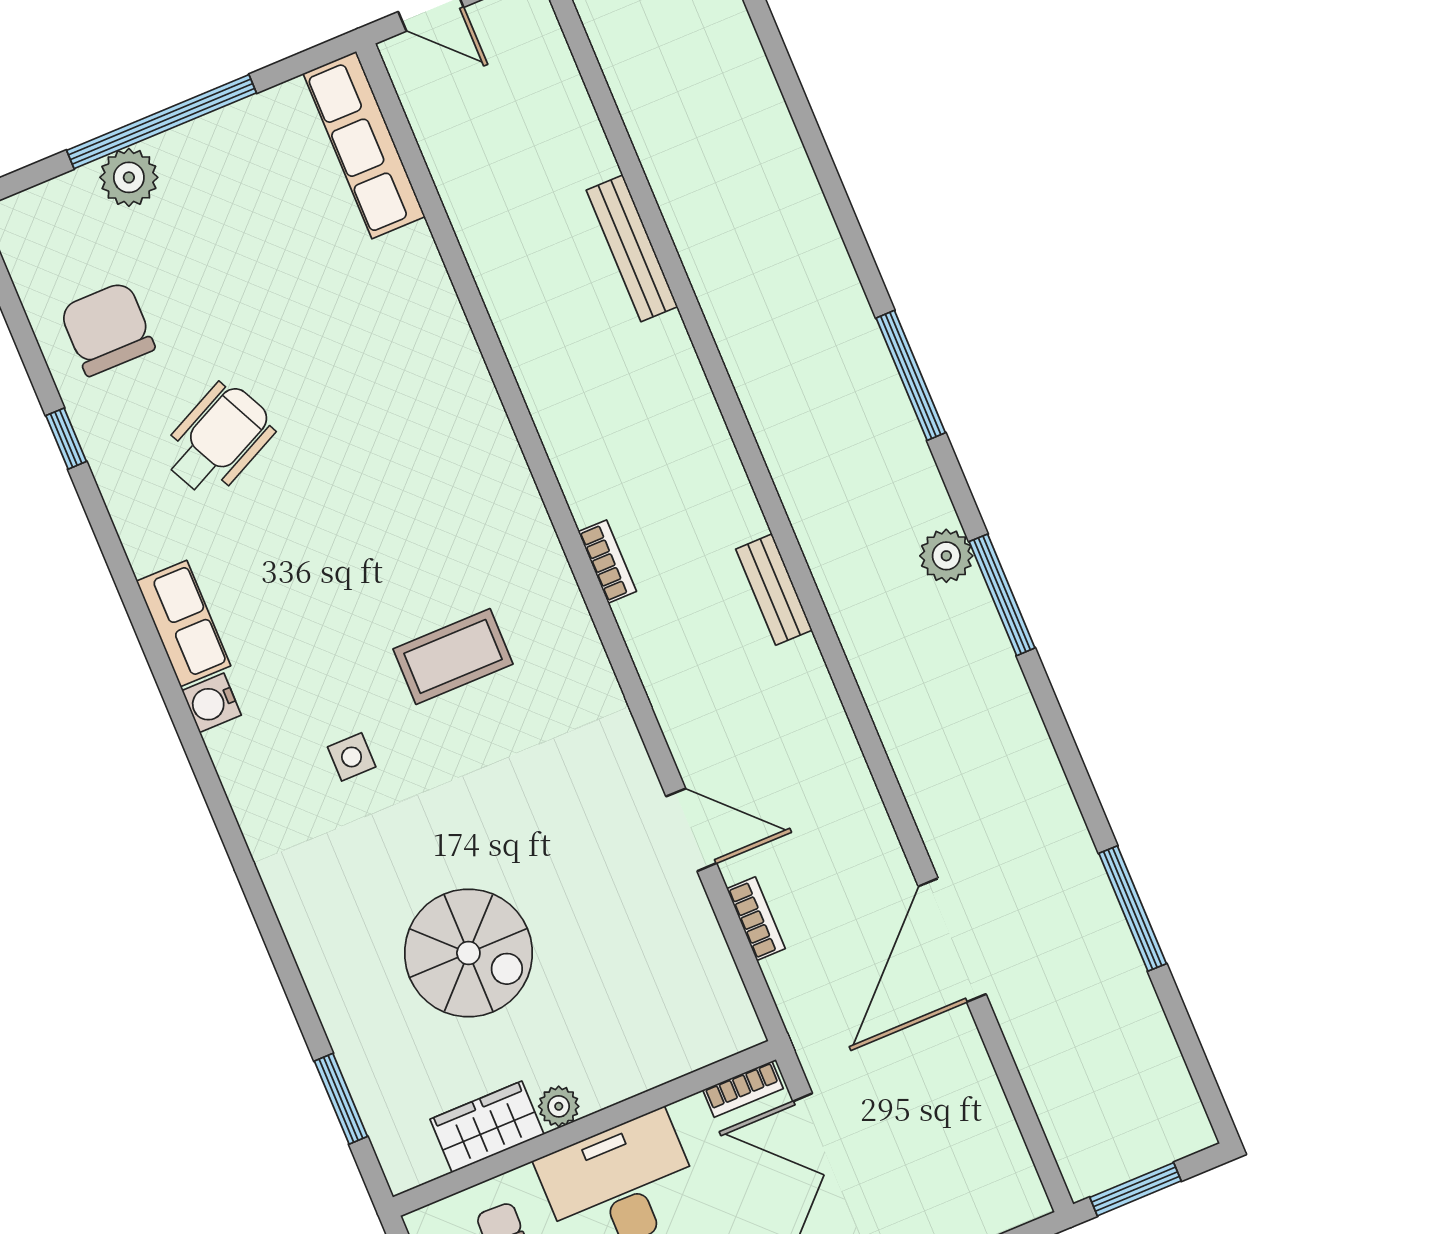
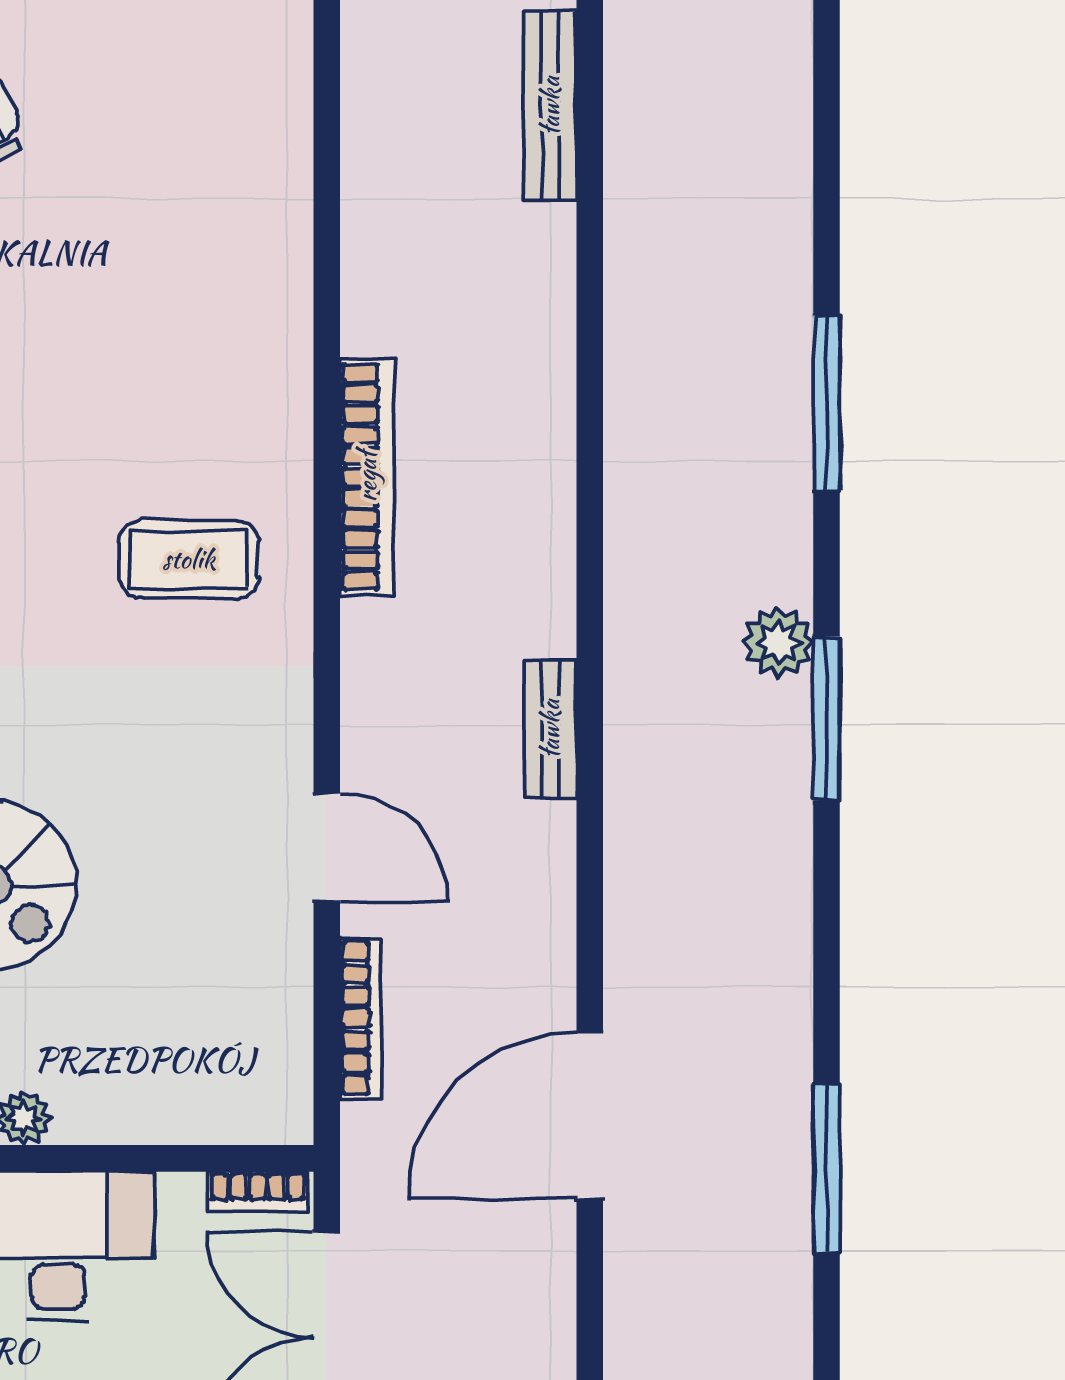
bookcase: (607, 562) -> (367, 477), width x2.31, depth x1.31
bench: (774, 590) -> (550, 729), moved
coffee table: (453, 656) -> (189, 559), moved
bookcase: (756, 919) -> (360, 1018), width x1.56

